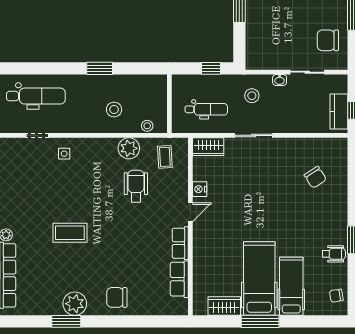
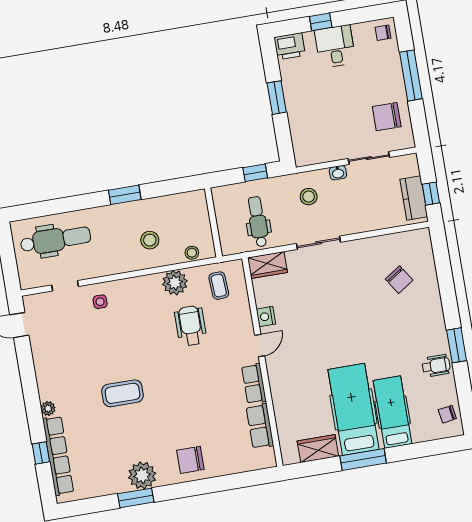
dental chair: (206, 109) -> (258, 222), turned -90

